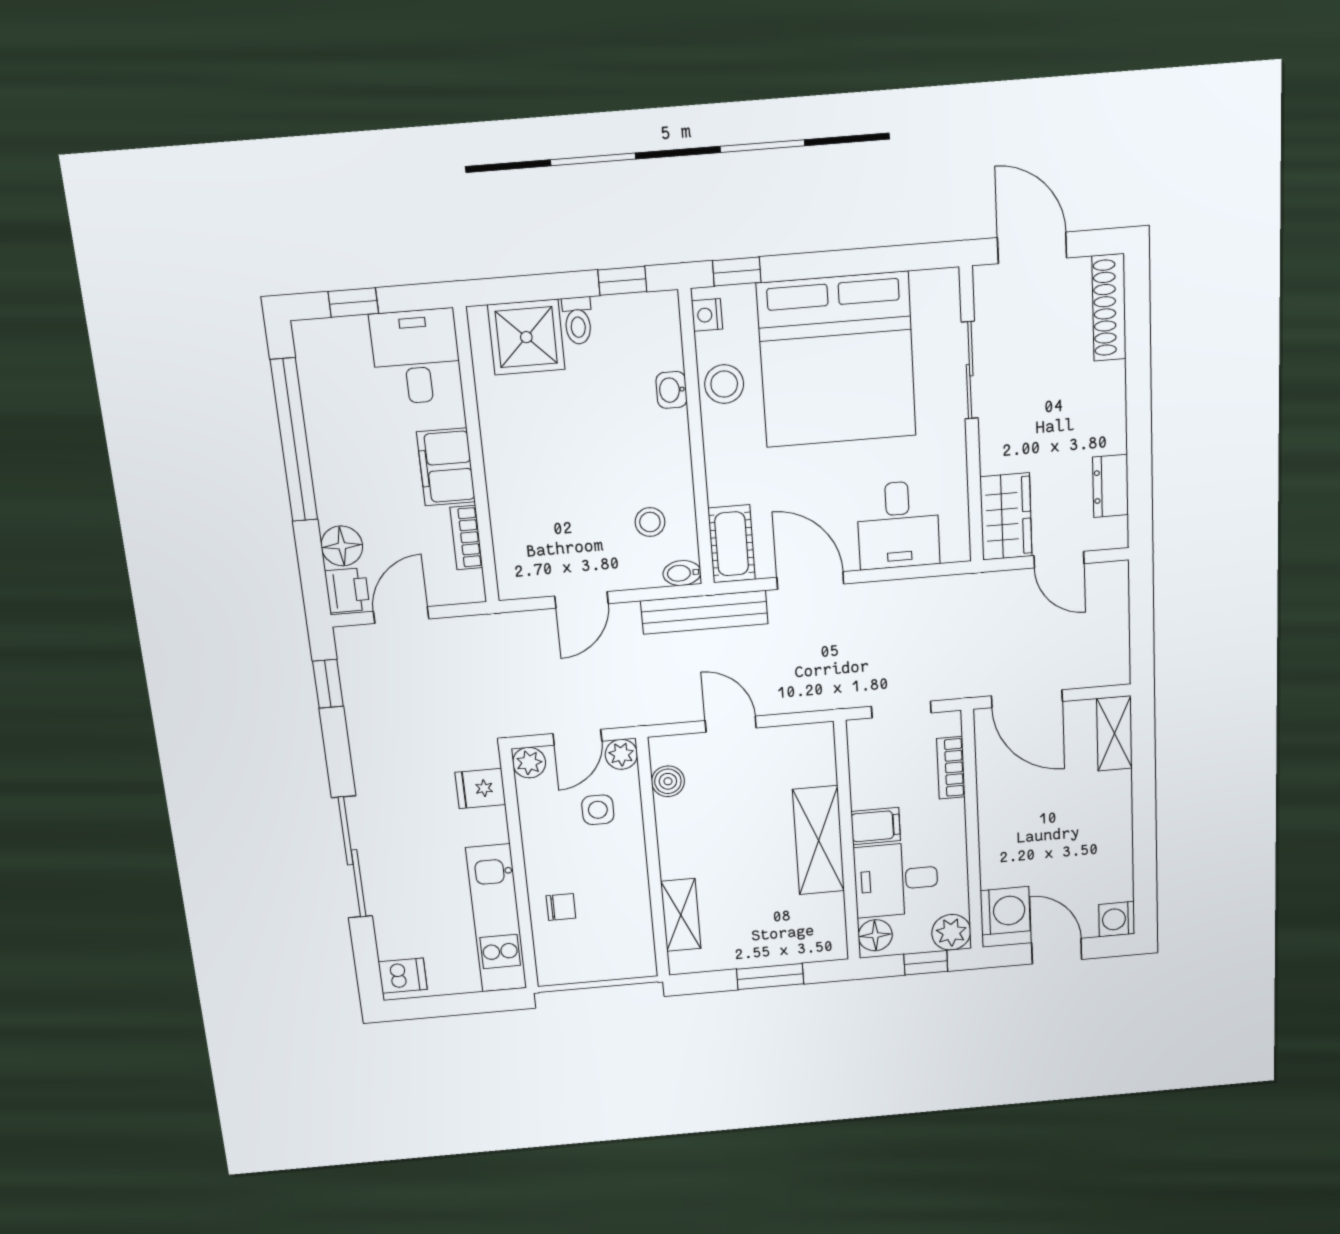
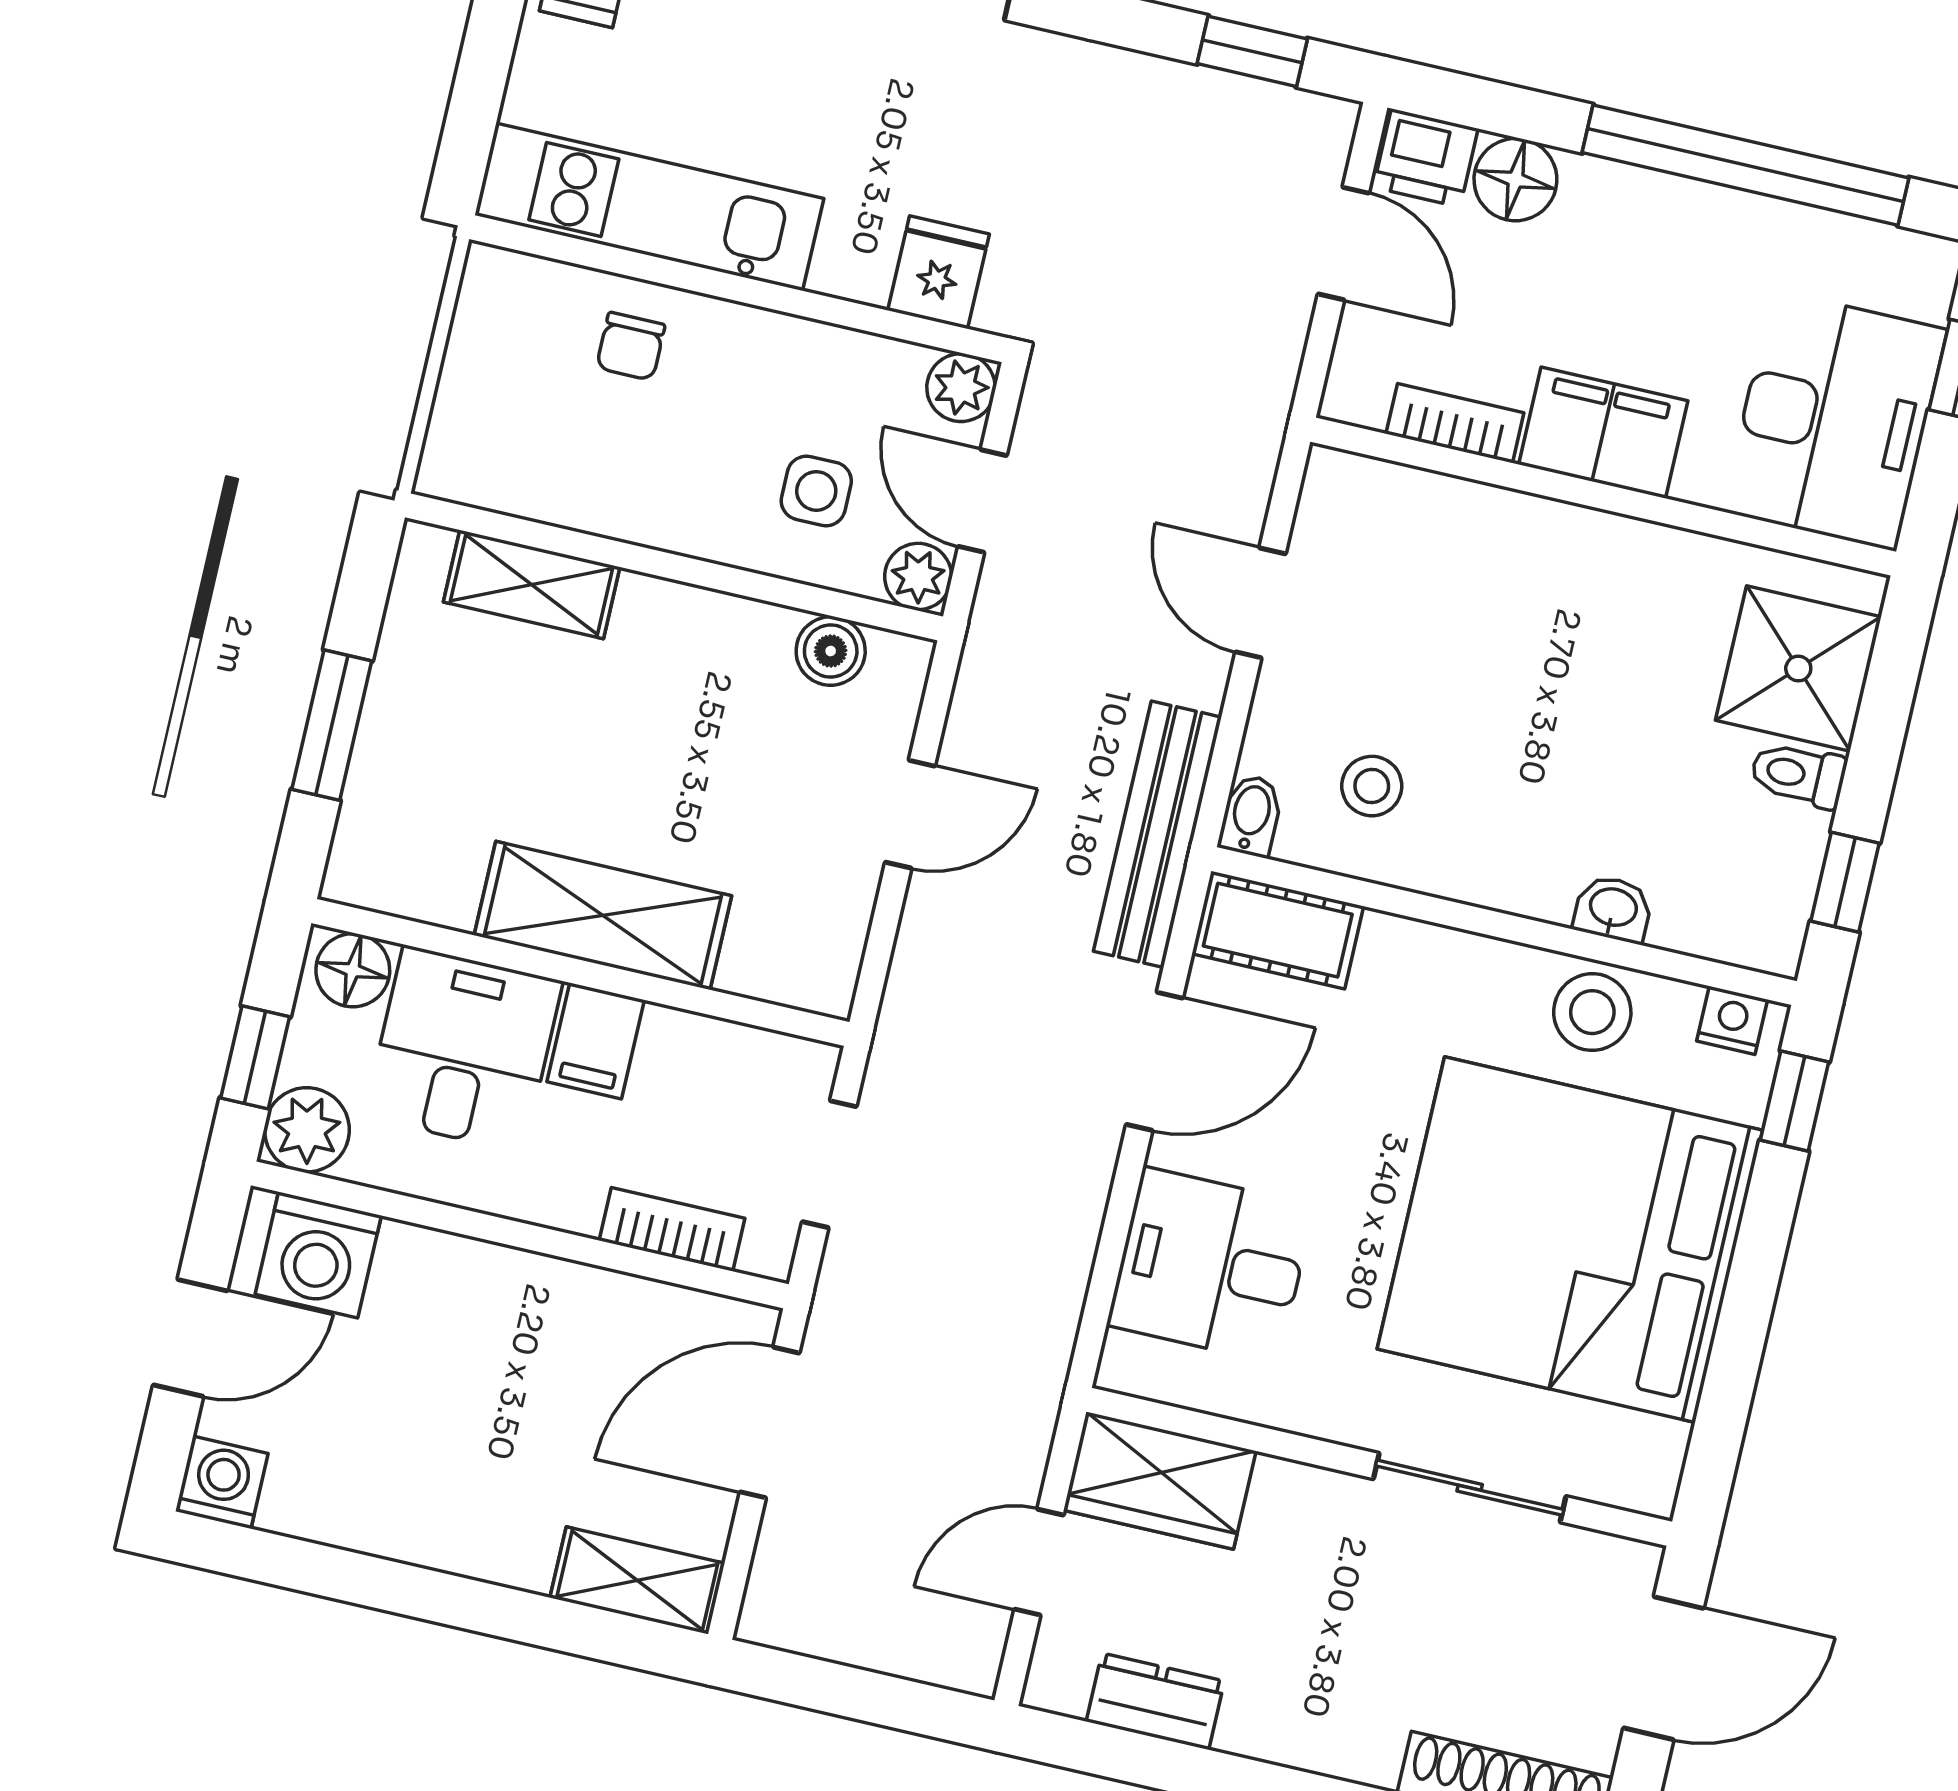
desk: (416, 357) -> (1834, 420), width x1.37

